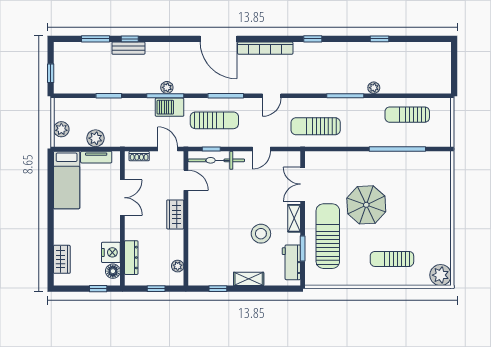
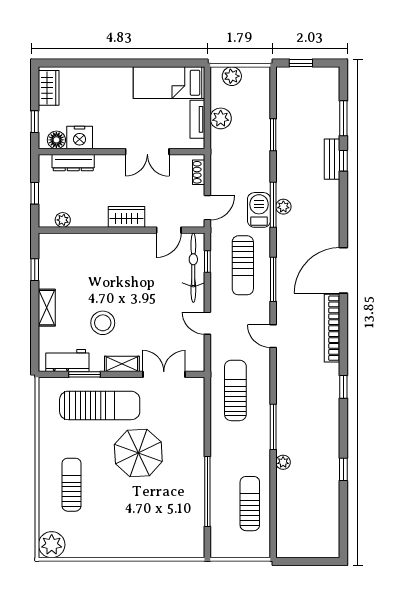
wardrobe: (62, 259) -> (49, 88), moved, turned -90

